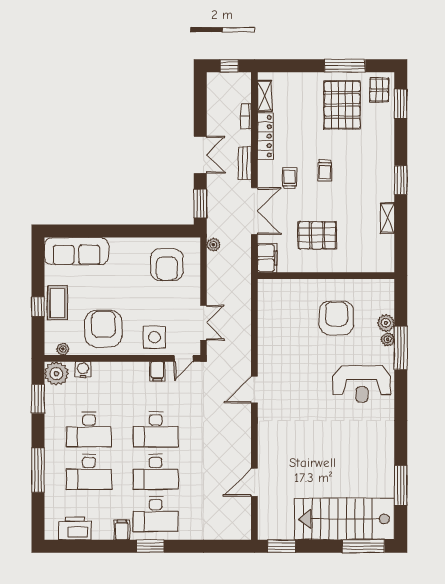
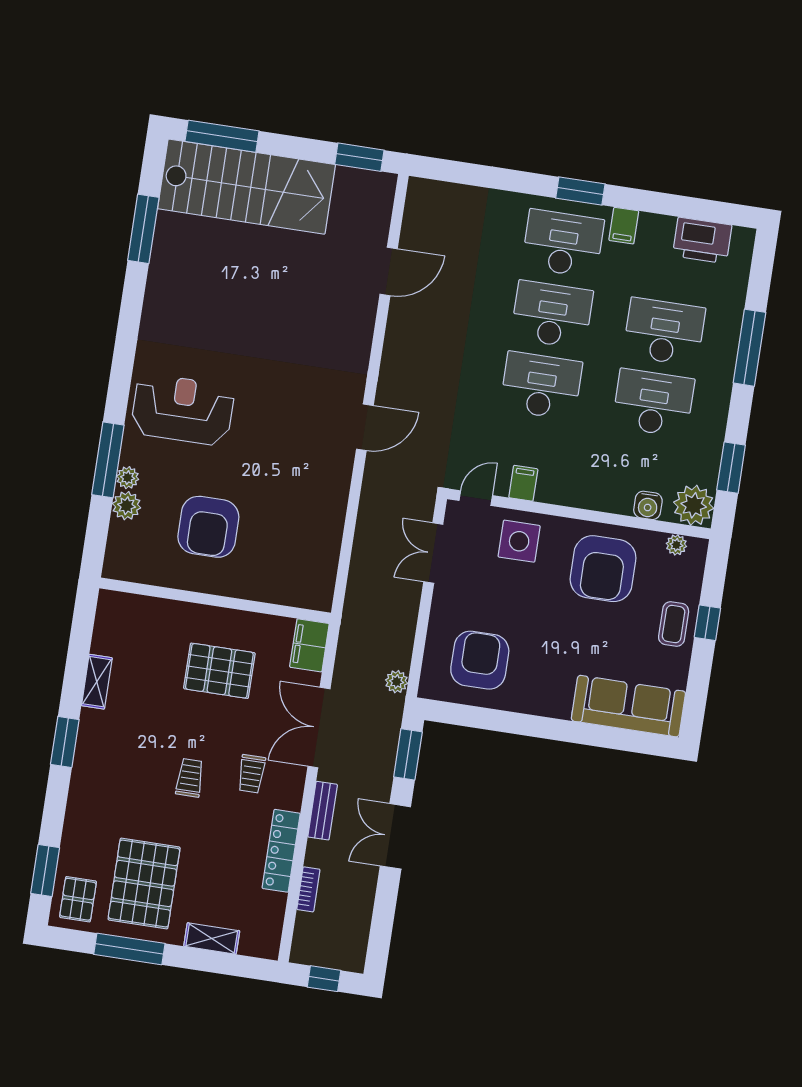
shelving: (265, 96) -> (212, 939), moved, turned 90
coffee table: (57, 303) -> (674, 624), width x0.73, depth x0.77

